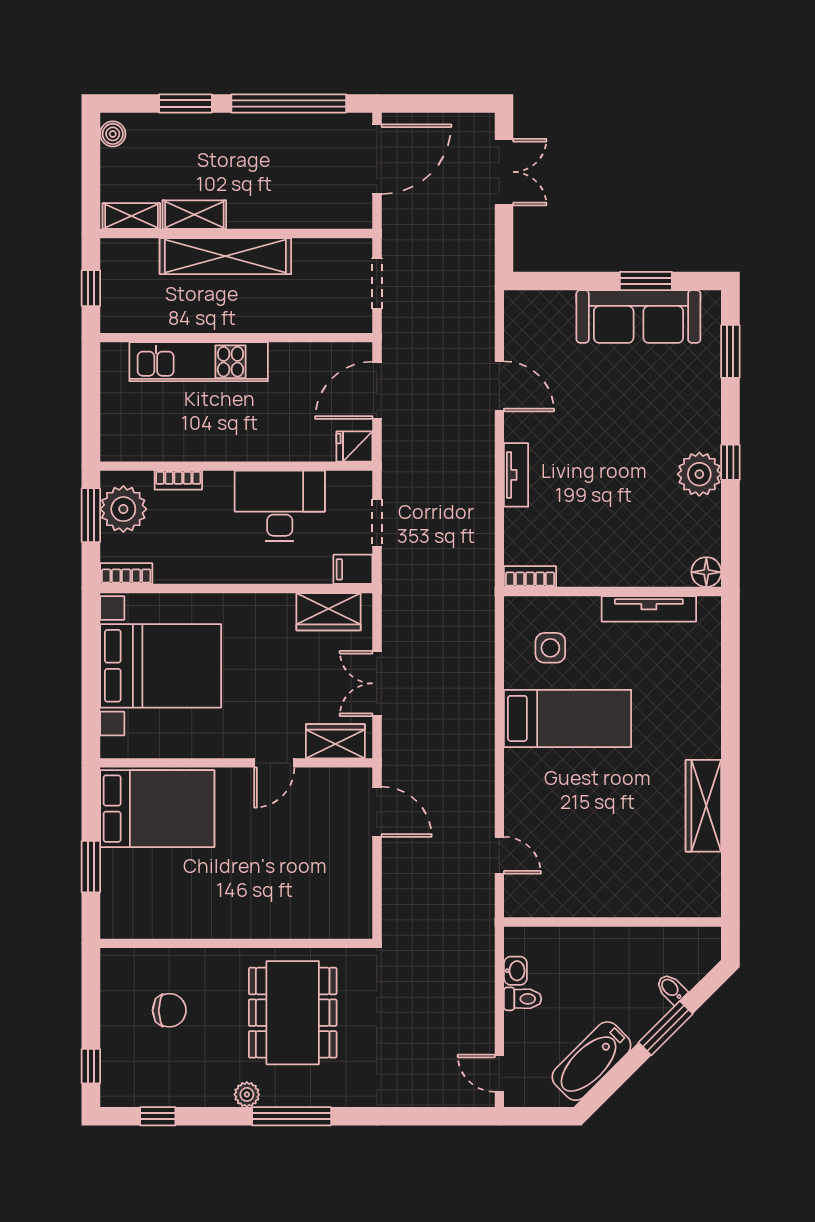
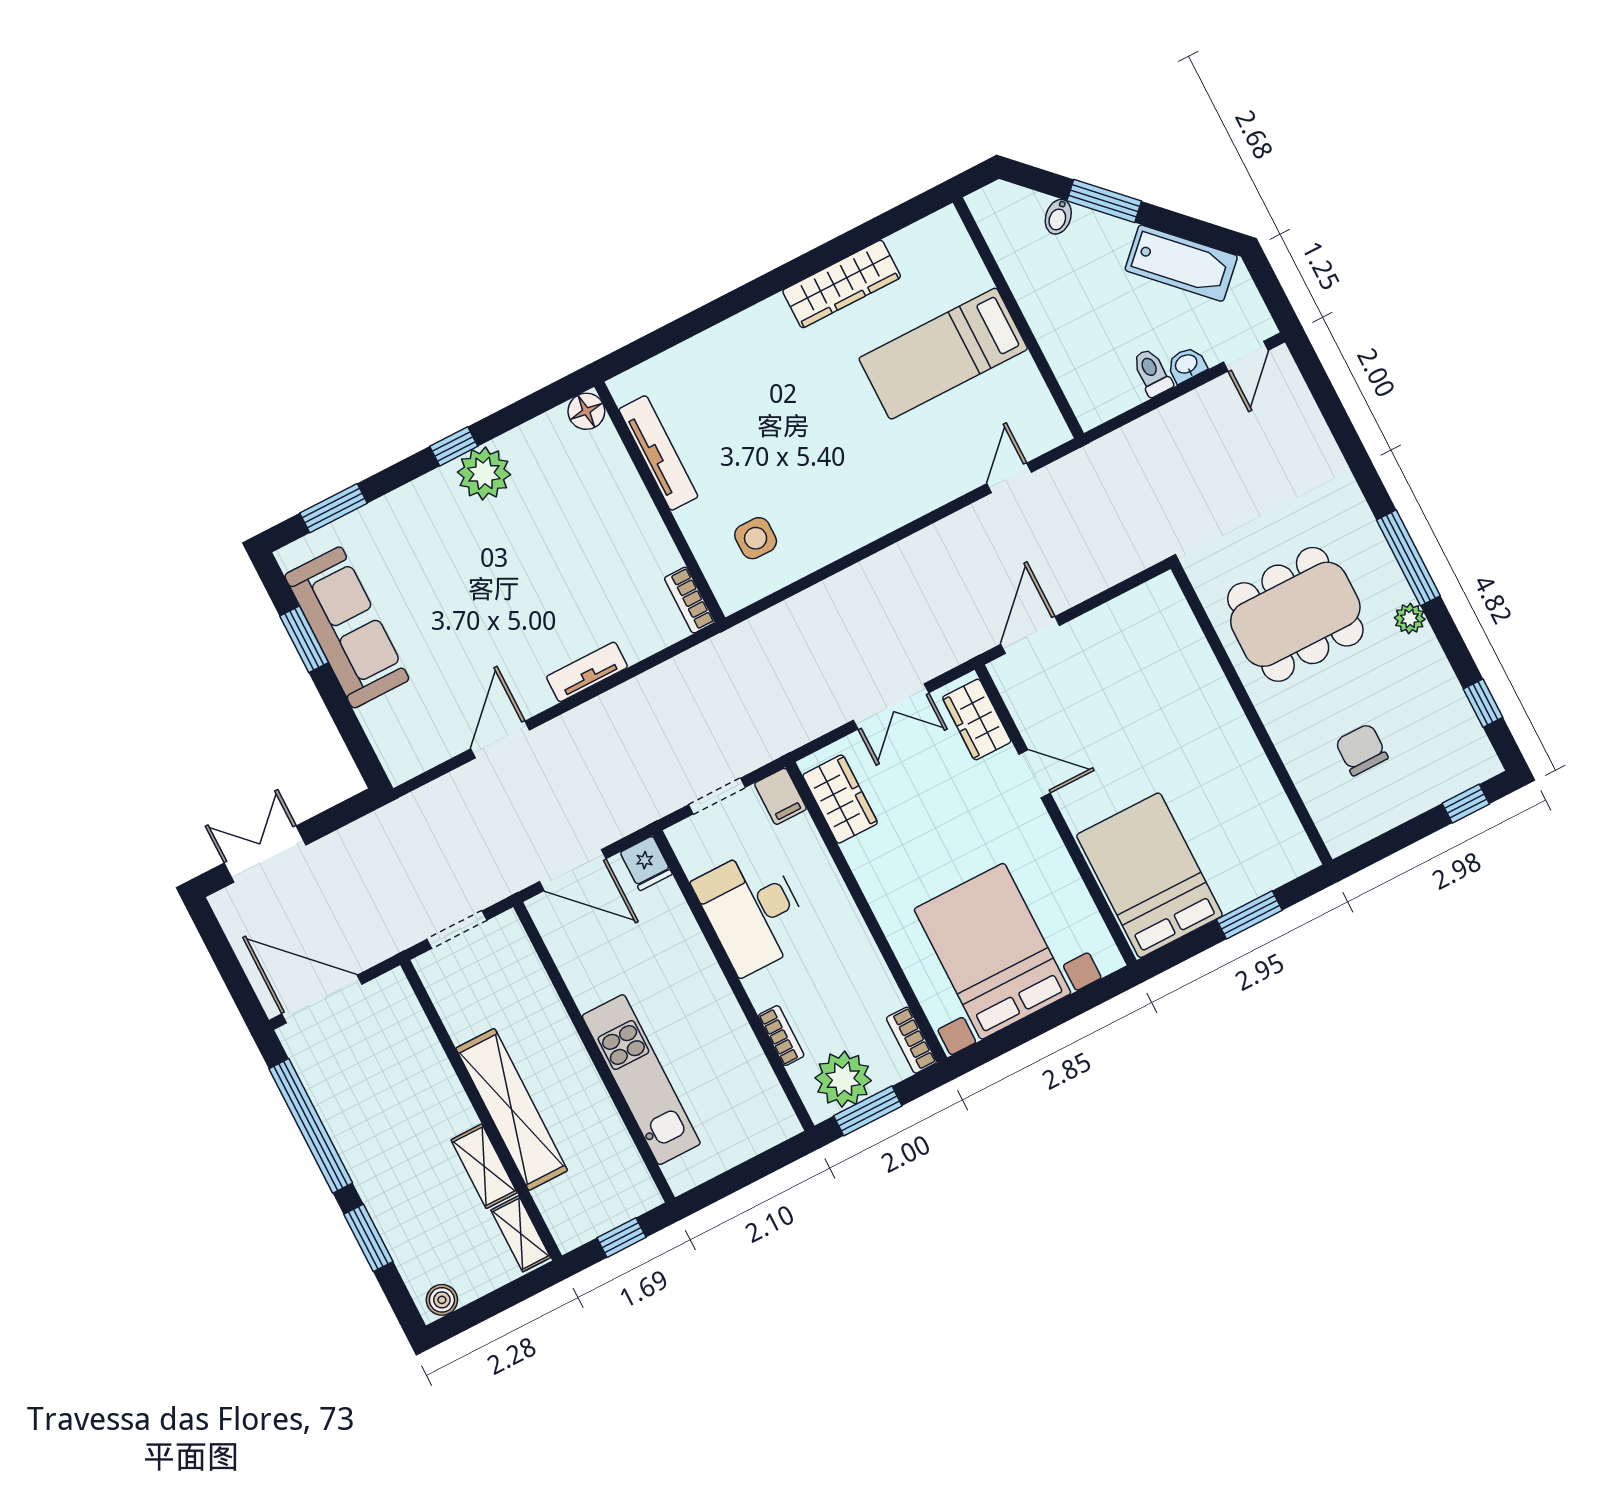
bed: (568, 718) -> (943, 354), moved, turned -90
washbasin: (515, 971) -> (1187, 365), moved

